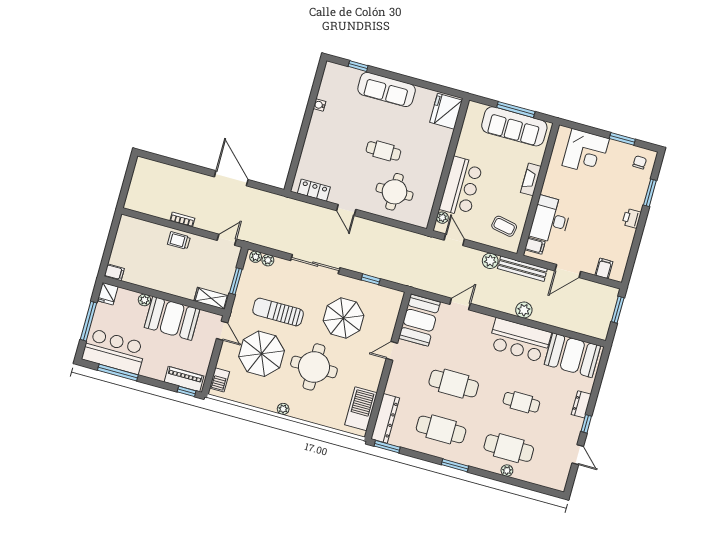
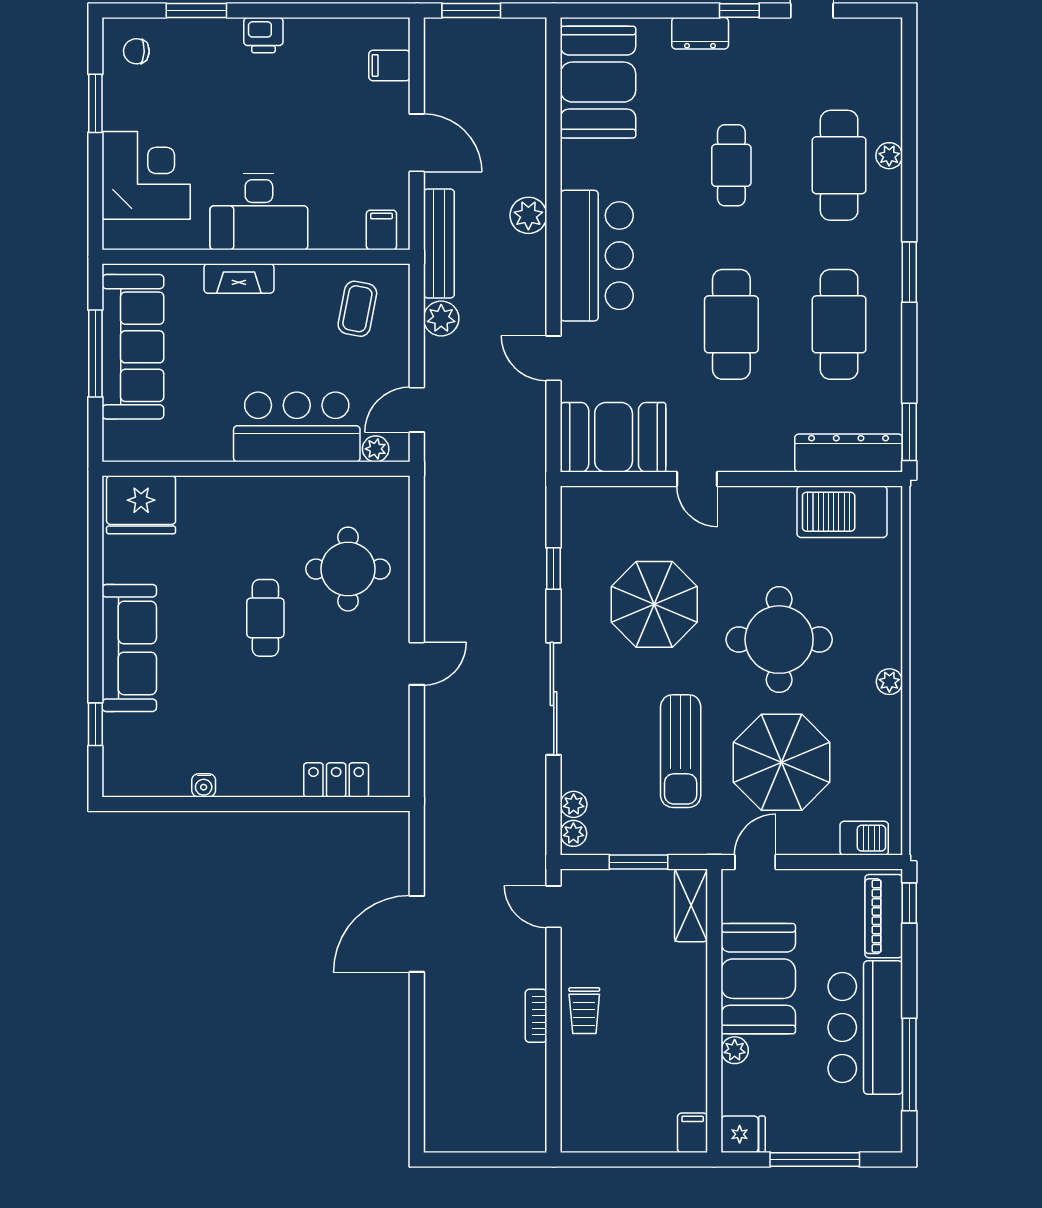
locker: (314, 190) -> (336, 780), moved, turned 90
desk: (550, 220) -> (259, 212), moved
bar counter: (520, 340) -> (597, 256), moved
bar counter: (114, 351) -> (865, 1027), moved

